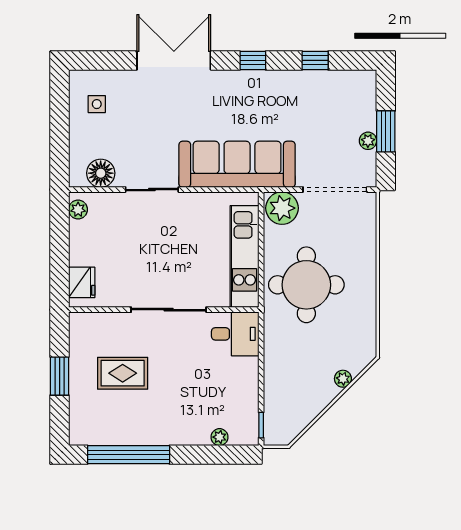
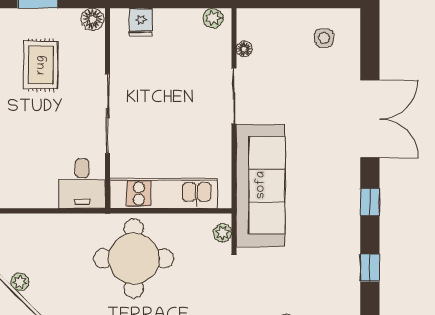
floor lamp: (101, 173) -> (244, 49), width x0.53, depth x0.53
plant: (282, 208) -> (222, 233), width x0.53, depth x0.53
fridge: (82, 282) -> (141, 22), width x0.72
floor lamp: (79, 324) -> (93, 19), added
plant: (343, 379) -> (20, 282), moved

